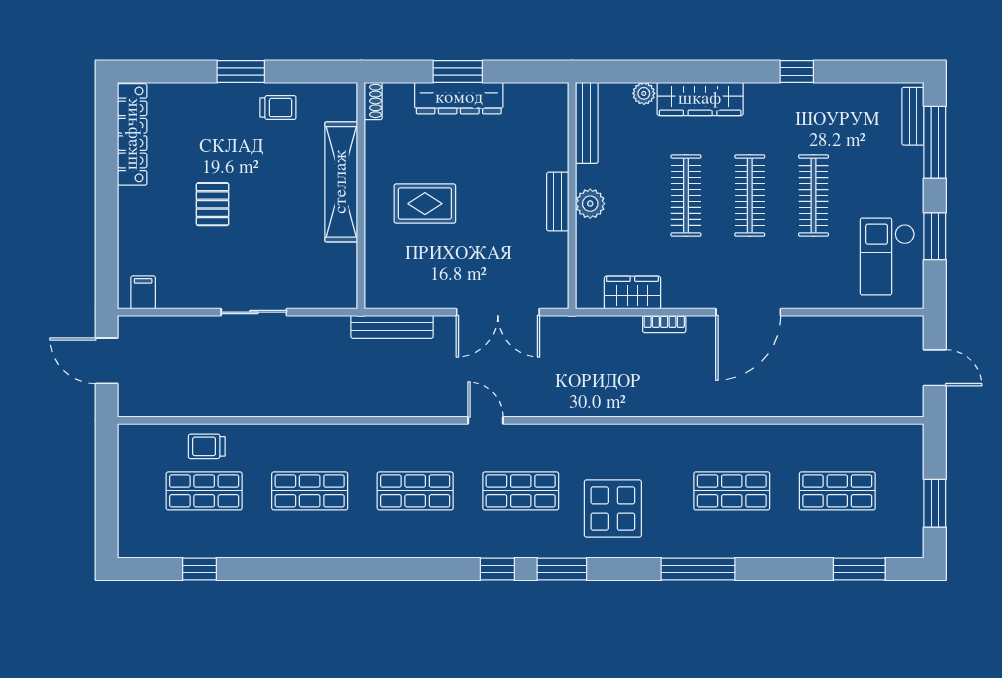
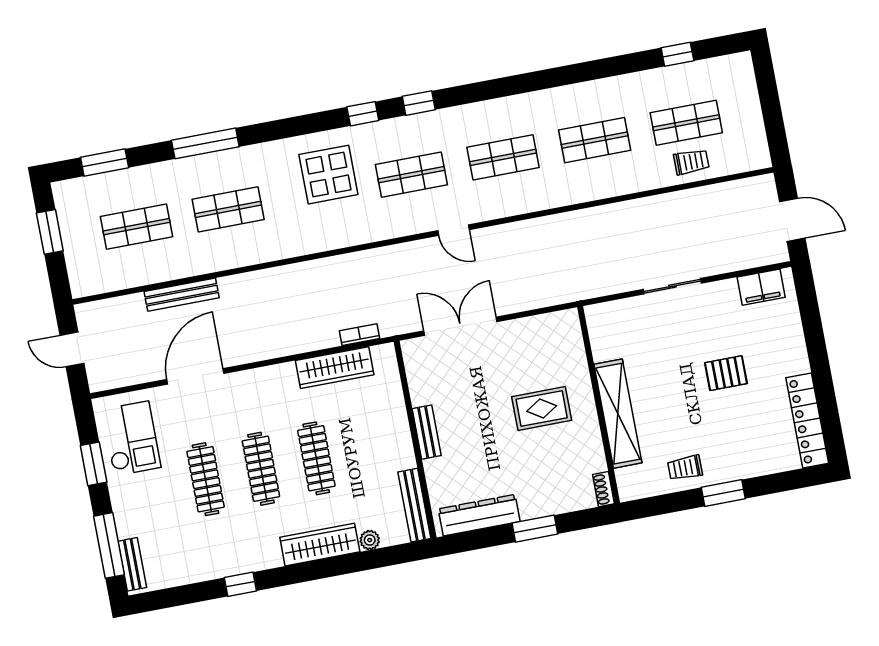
dresser: (459, 98) -> (479, 515), moved
pallet: (213, 204) -> (726, 373), turned 90
plant: (590, 204) -> (398, 436), removed
filing cabinet: (143, 292) -> (761, 287), width x2.00
wardrobe: (632, 293) -> (335, 368), width x1.50
door: (748, 312) -> (195, 376), moved
bookcase: (664, 324) -> (359, 335), moved
bench: (392, 327) -> (182, 295), moved
window: (562, 569) -> (363, 114), width x0.67
window: (698, 569) -> (205, 143), moved

